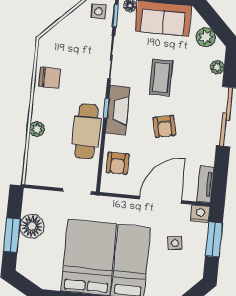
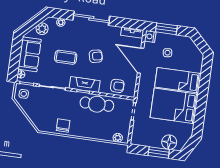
plant: (37, 129) -> (118, 138), moved
floor lamp: (32, 226) -> (169, 142), moved

